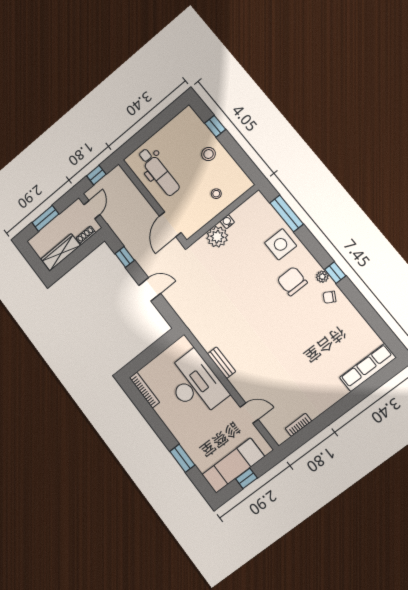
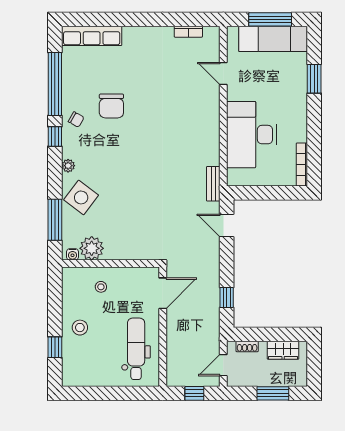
water cooler: (227, 222) -> (72, 254), moved
plant: (217, 237) -> (92, 248), moved
side table: (281, 244) -> (81, 197), turned 37
wardrobe: (61, 252) -> (283, 350), width x0.67
plant: (322, 277) -> (68, 166), moved
chair: (292, 281) -> (111, 106), moved
door: (150, 289) -> (227, 225), moved
window: (367, 311) -> (55, 84), added
bench: (221, 363) -> (213, 184), moved
window: (246, 478) -> (270, 19), width x2.17

